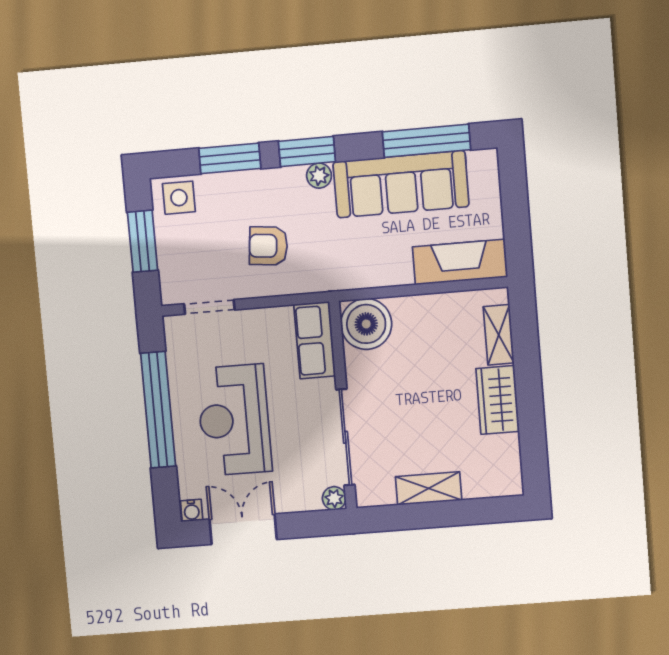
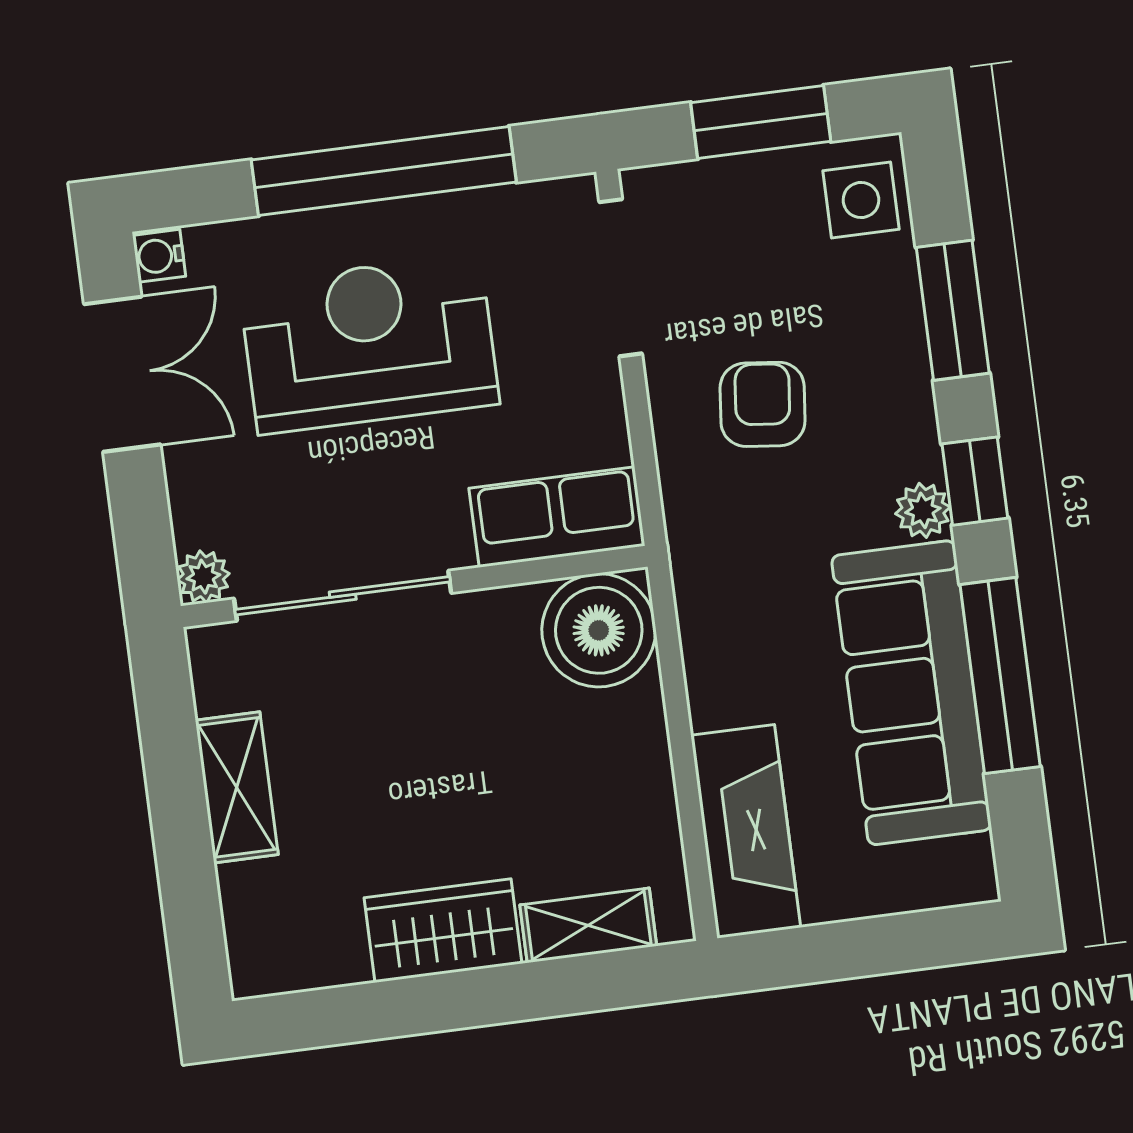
window: (426, 141) -> (1000, 676), moved
window: (307, 151) -> (975, 481), width x0.67
doorway: (209, 307) -> (621, 278), width x1.38

